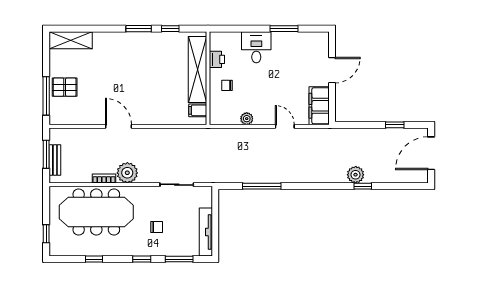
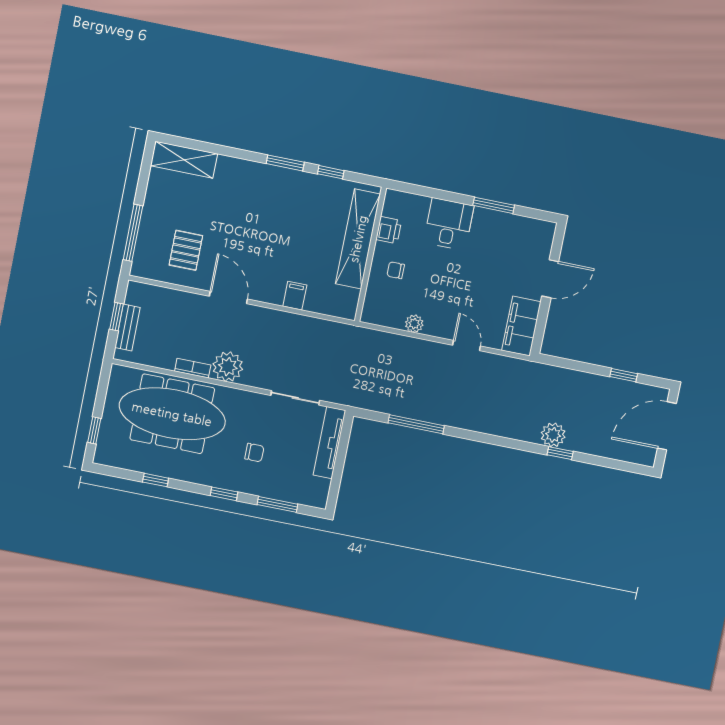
pallet: (65, 87) -> (186, 250), moved, turned 90
filing cabinet: (198, 110) -> (295, 296), moved, turned 90
window: (46, 154) -> (117, 317), width x0.67
tv unit: (206, 232) -> (329, 443), moved

